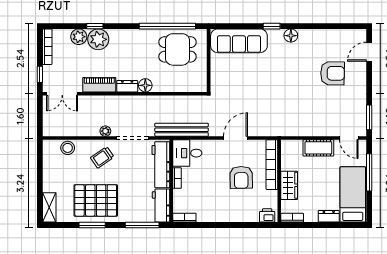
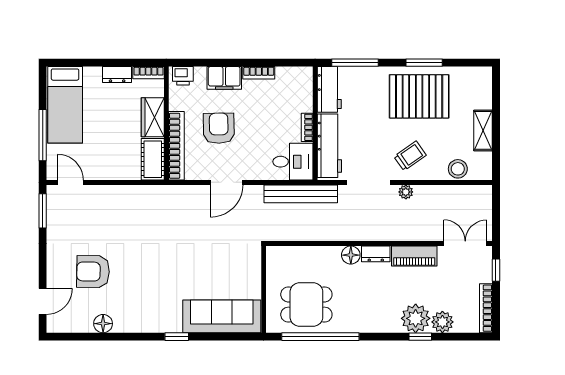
floor lamp: (291, 36) -> (103, 324), moved
cot: (318, 148) -> (153, 159), moved, turned 90
shelving: (49, 207) -> (483, 130), moved
filing cabinet: (237, 214) -> (224, 78), added
dresser: (329, 216) -> (117, 75), moved
bookcase: (184, 218) -> (259, 73), moved

